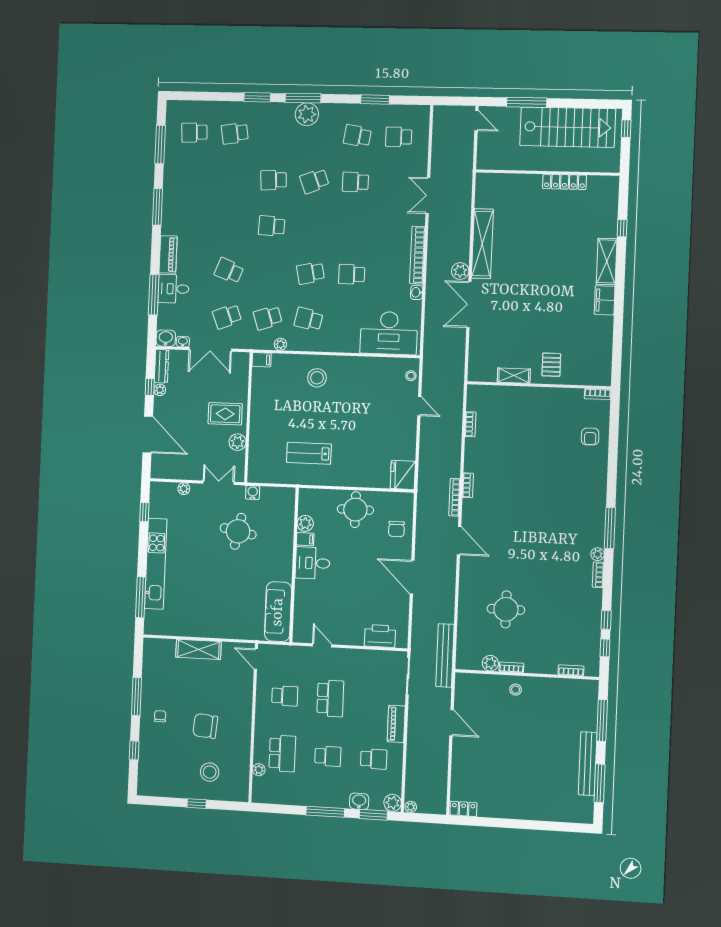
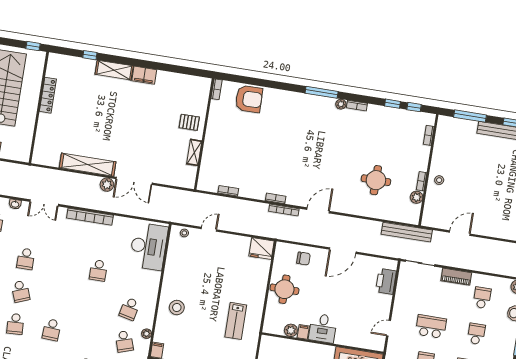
window: (626, 129) -> (33, 46), moved
school desk: (311, 273) -> (93, 303), removed
washbasin: (417, 292) -> (15, 204), moved
armchair: (590, 437) -> (249, 99), width x1.88, depth x1.88

